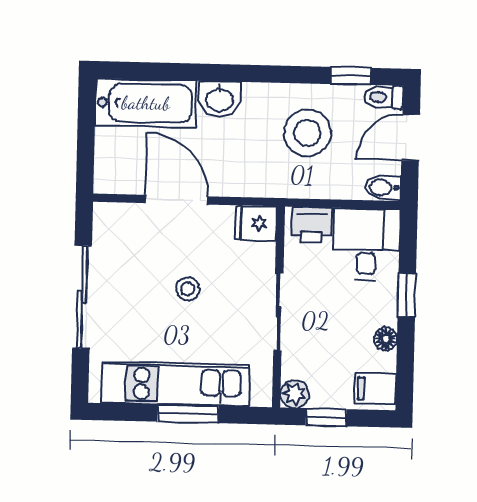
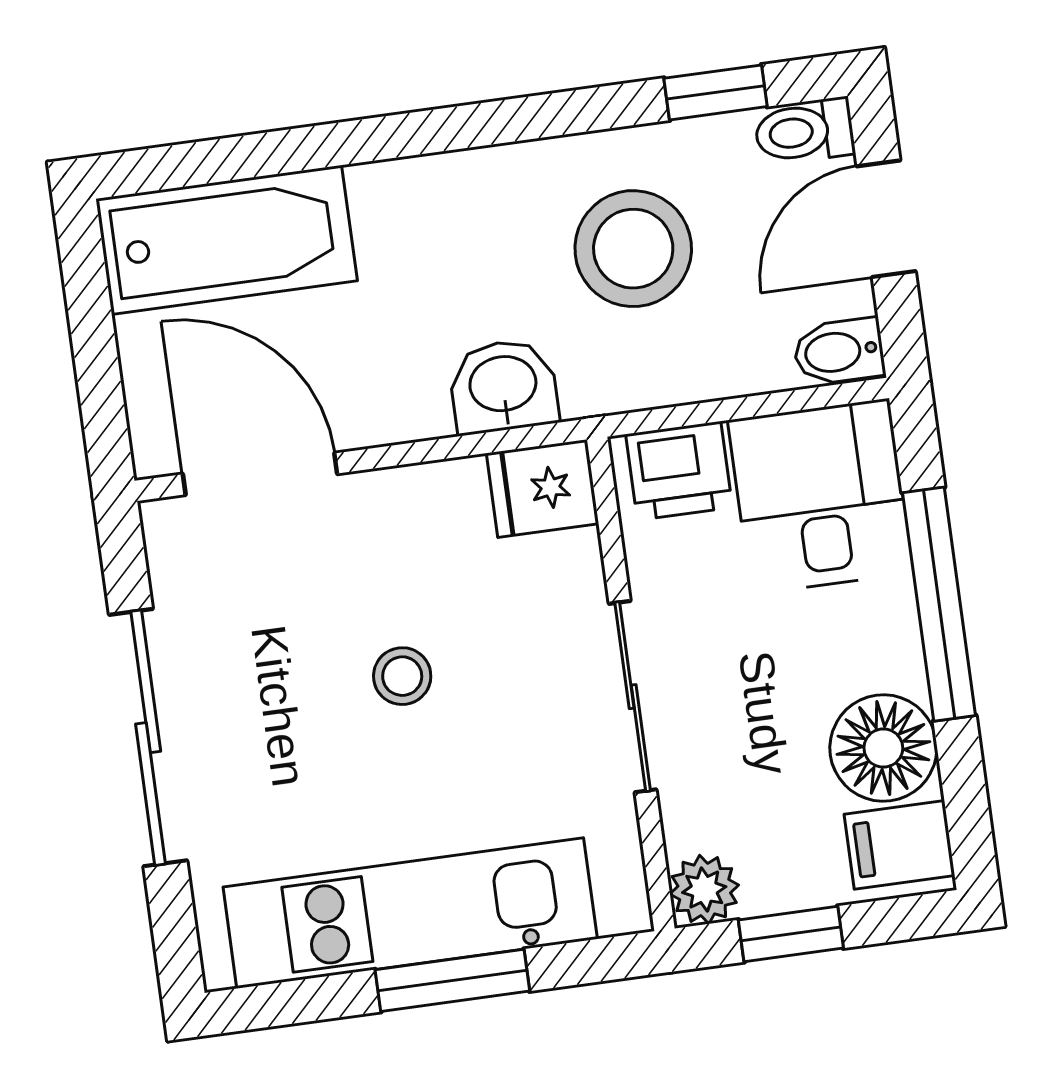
washbasin: (220, 99) -> (503, 386), moved, turned 180
door: (177, 200) -> (260, 474), moved
window: (407, 295) -> (939, 604), width x2.17
floor lamp: (386, 339) -> (883, 748), width x1.89, depth x1.89

